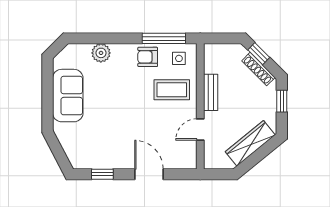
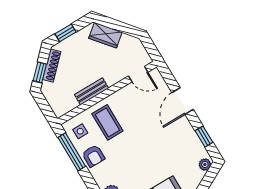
door: (200, 129) -> (138, 74), moved
wardrobe: (250, 143) -> (105, 35), width x0.67
plant: (75, 159) -> (205, 165), added

